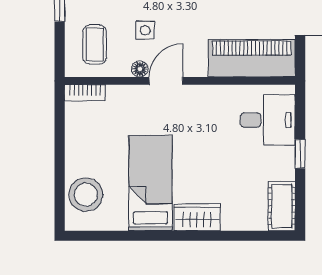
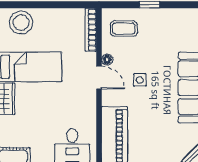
side table: (145, 30) -> (140, 80), moved
bookcase: (85, 93) -> (91, 30), width x1.56

